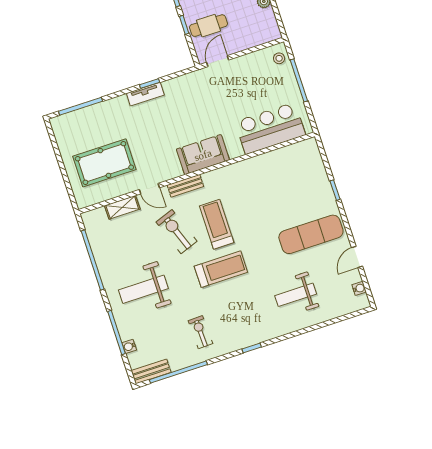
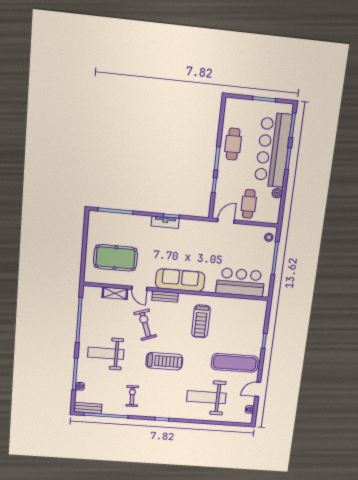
cafe table: (208, 26) -> (249, 204), moved, turned 90
sofa: (203, 155) -> (180, 280), width x1.36
treadmill: (217, 224) -> (201, 321), moved, turned 180
weight bench: (296, 295) -> (206, 397), width x1.36, depth x1.33

